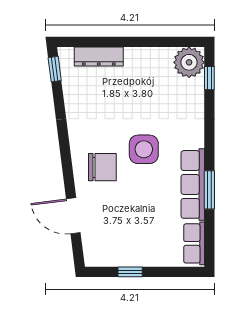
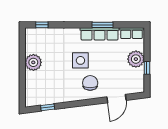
dresser: (99, 57) -> (30, 85), removed
plant: (189, 62) -> (33, 62), moved
window: (55, 69) -> (48, 107), moved
plant: (146, 251) -> (136, 59), added

